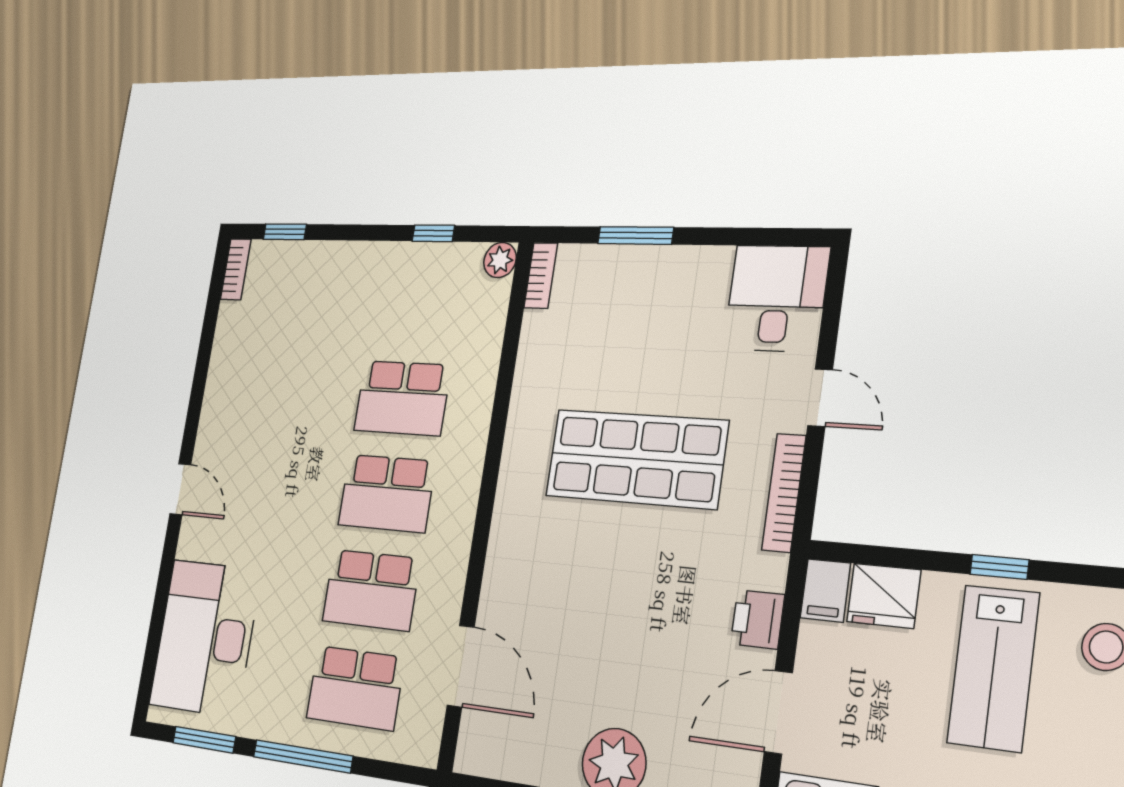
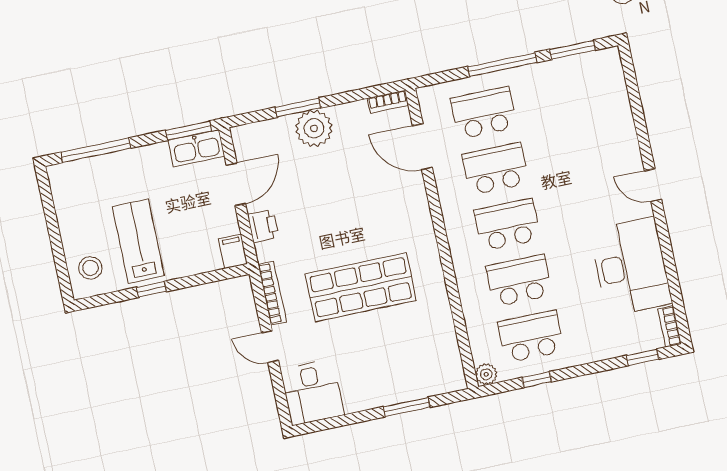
bookcase: (541, 276) -> (388, 102), moved, turned -90
school desk: (417, 304) -> (531, 336), added
fridge: (884, 596) -> (203, 258), removed
desk: (205, 638) -> (631, 267), moved

